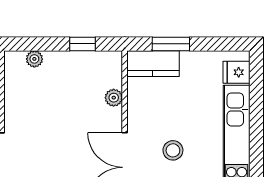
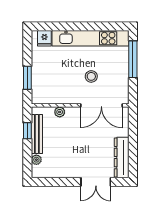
bench: (77, 60) -> (37, 134), added
kitchen counter: (153, 64) -> (39, 88), removed

